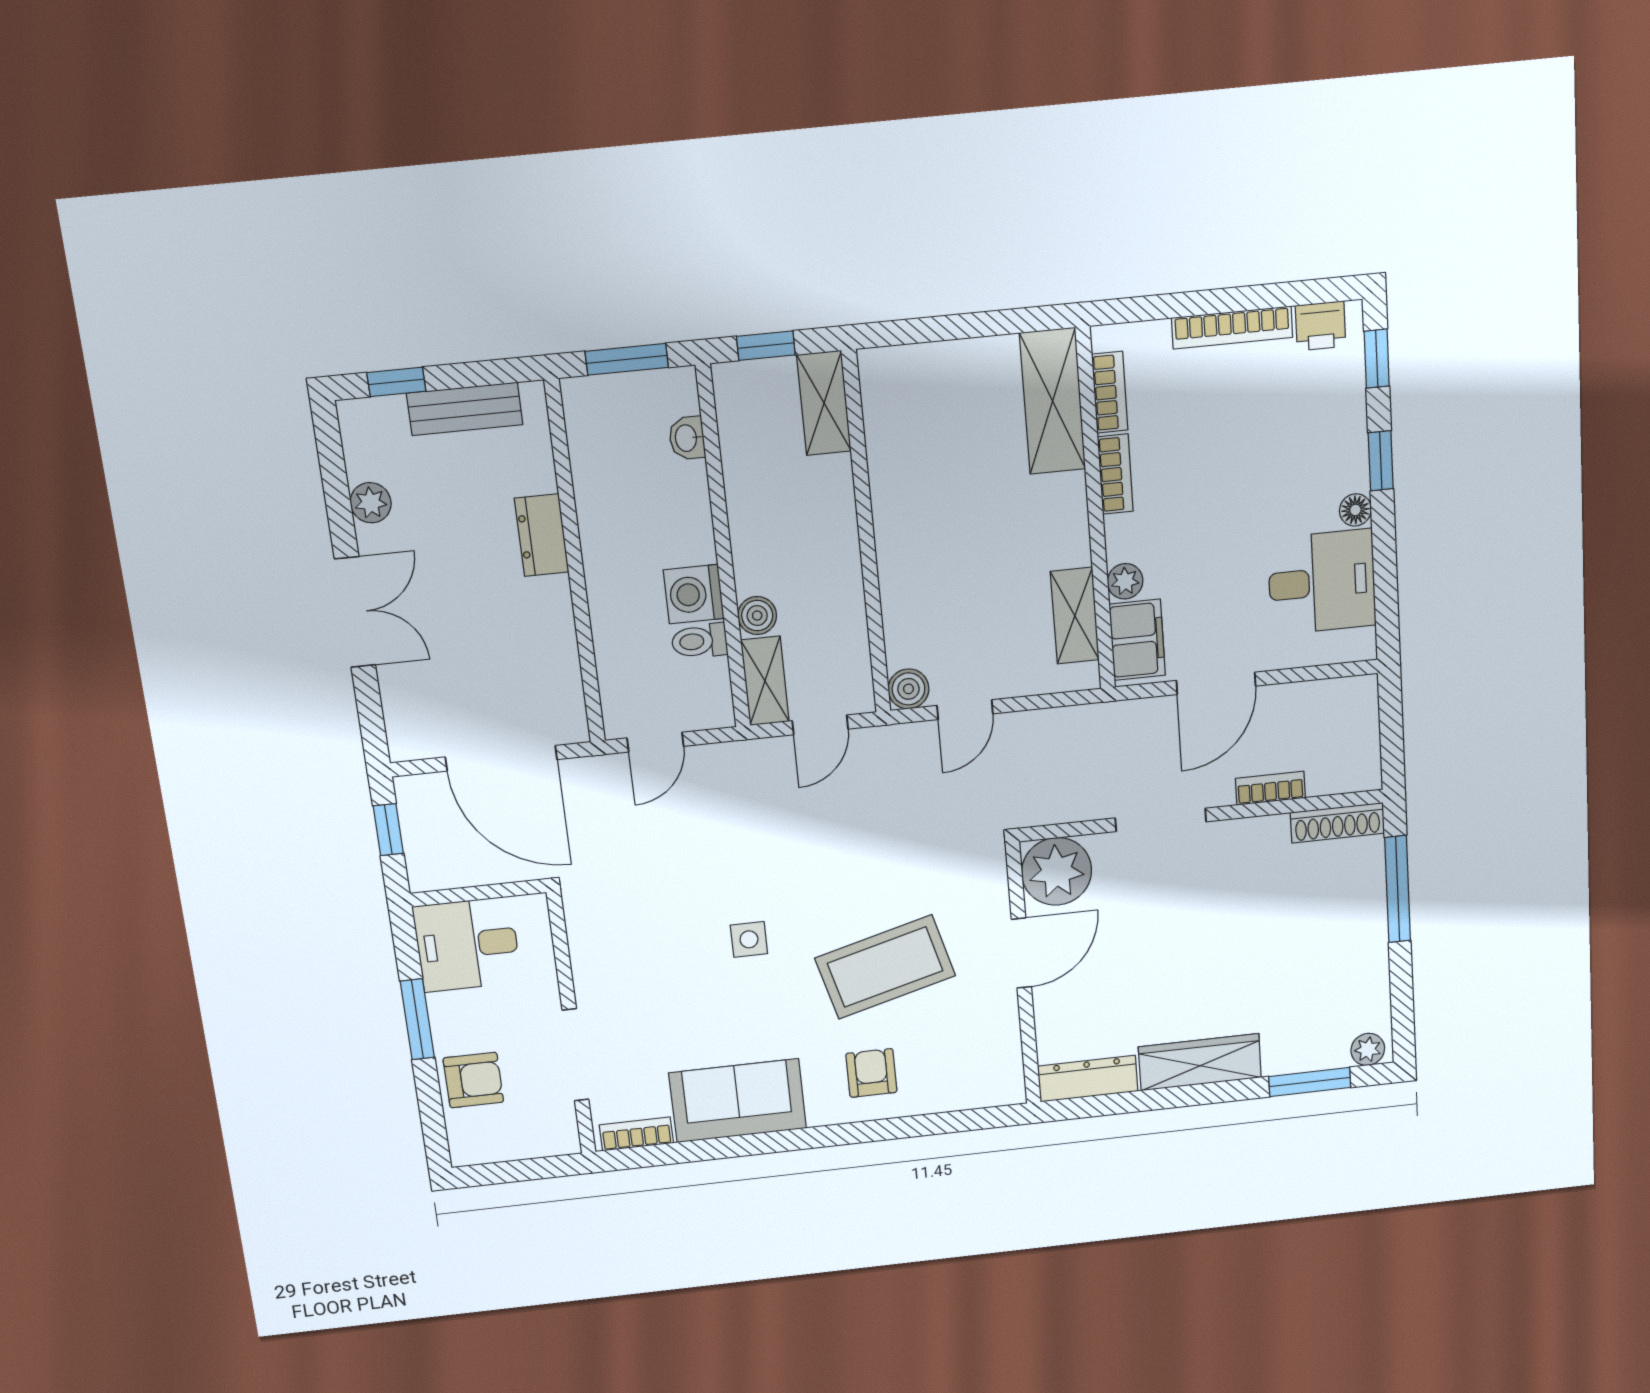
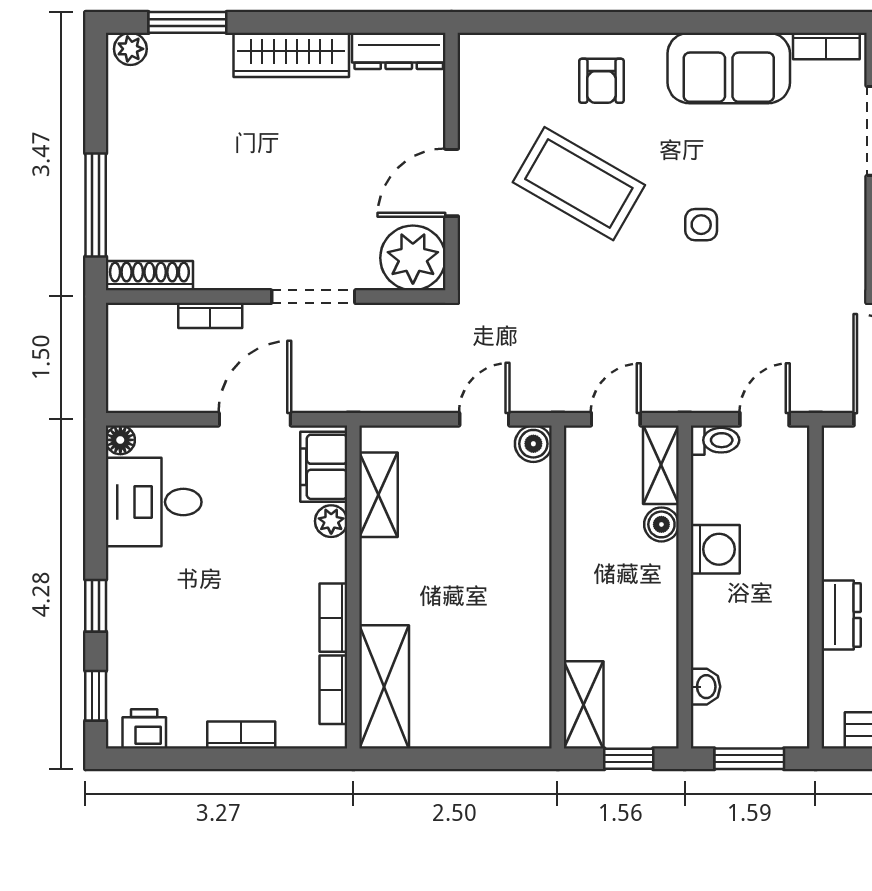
bookcase: (1232, 328) -> (241, 735), width x0.64
floor lamp: (1355, 510) -> (120, 440), moved
toilet: (699, 641) -> (715, 440), moved
coffee table: (885, 967) -> (579, 184), turned 45

